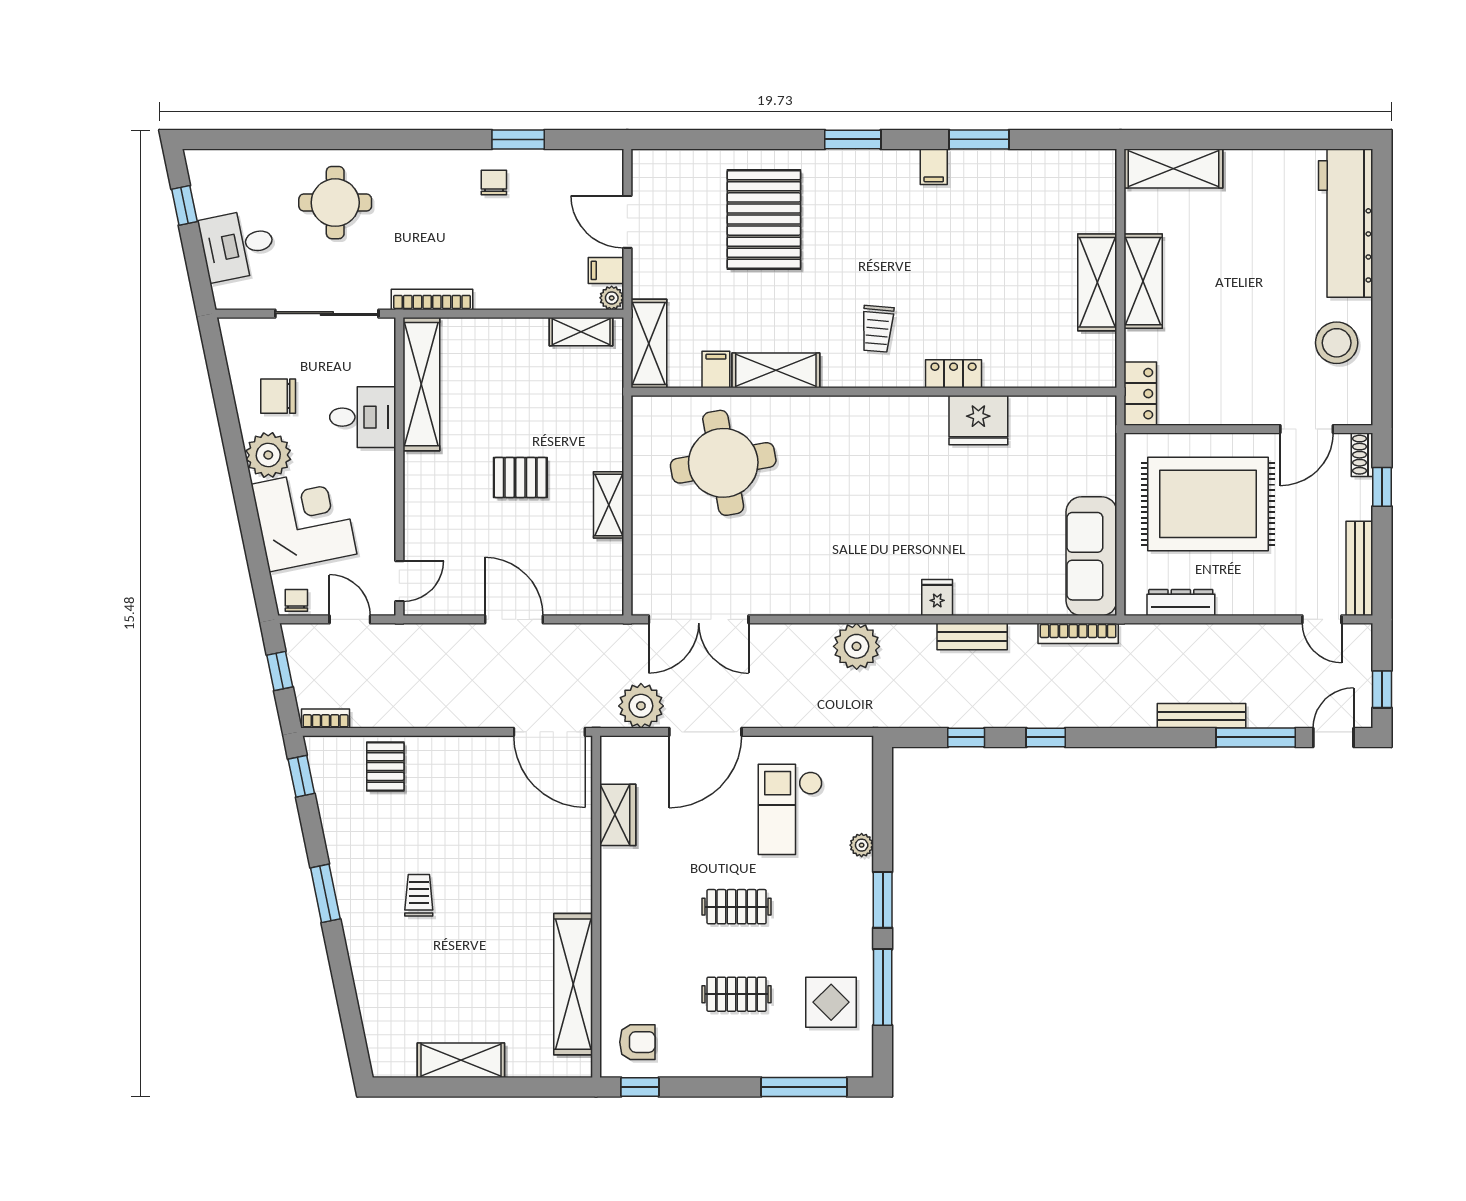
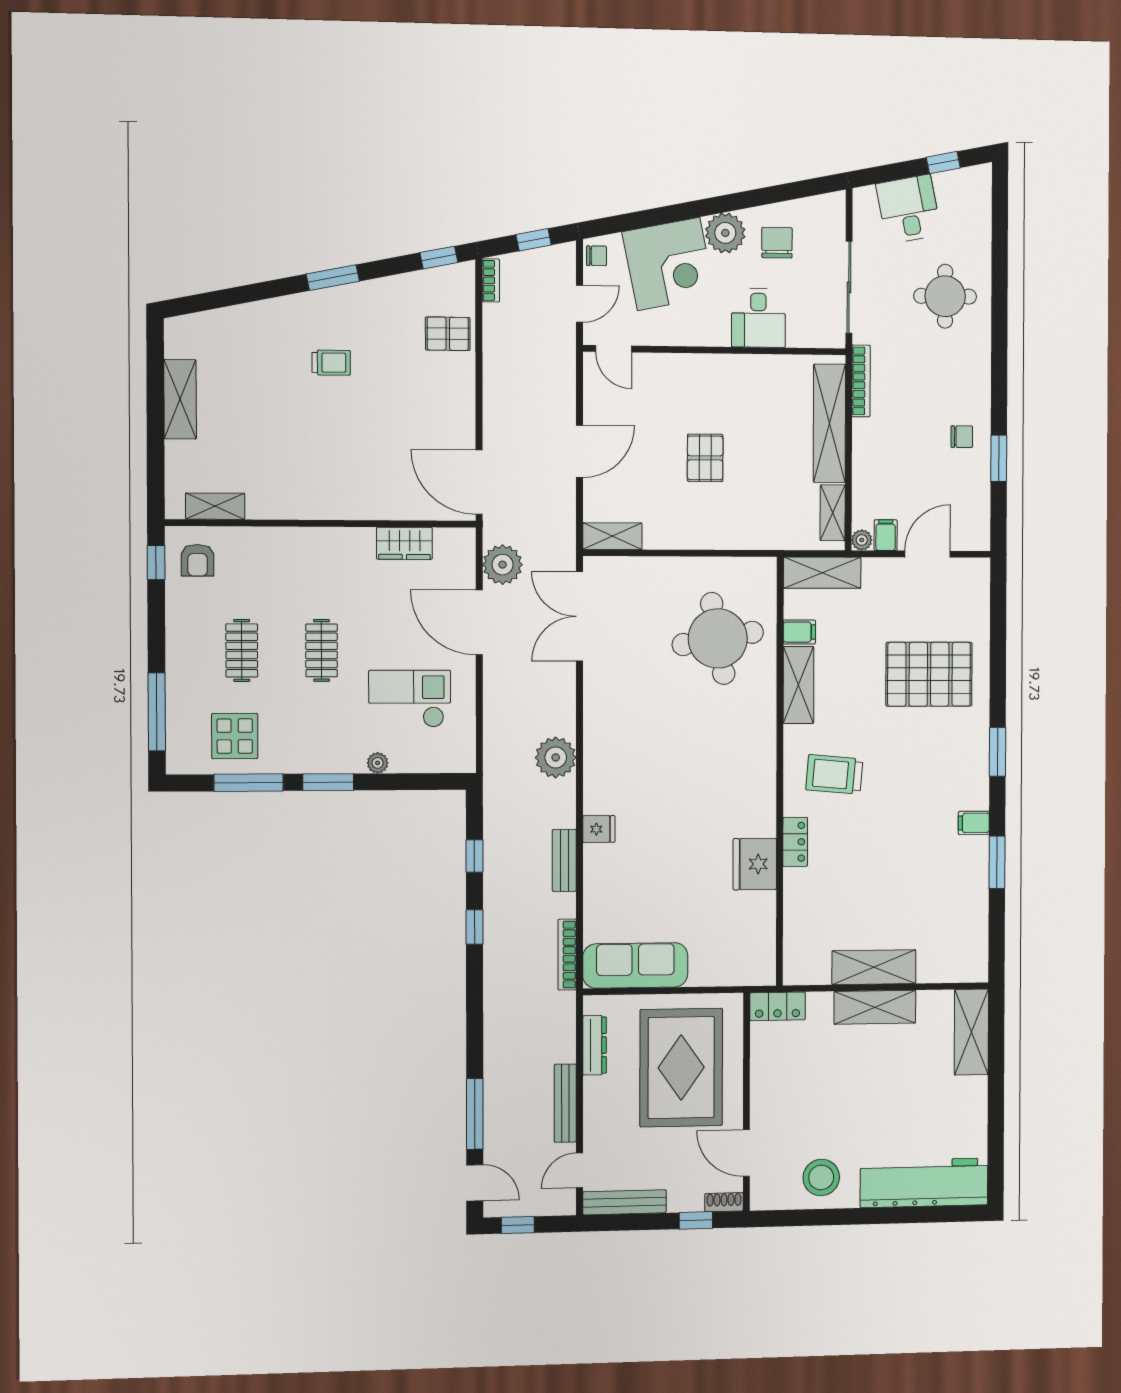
trolley: (877, 329) -> (834, 774), width x1.36, depth x1.39
shelving: (421, 384) -> (829, 423), moved, turned 90
shelving: (609, 505) -> (612, 536), moved
bench: (1202, 716) -> (565, 1103), moved
door: (549, 732) -> (479, 482), hinge flipped
shelving: (573, 984) -> (215, 506), width x0.45, depth x0.75

